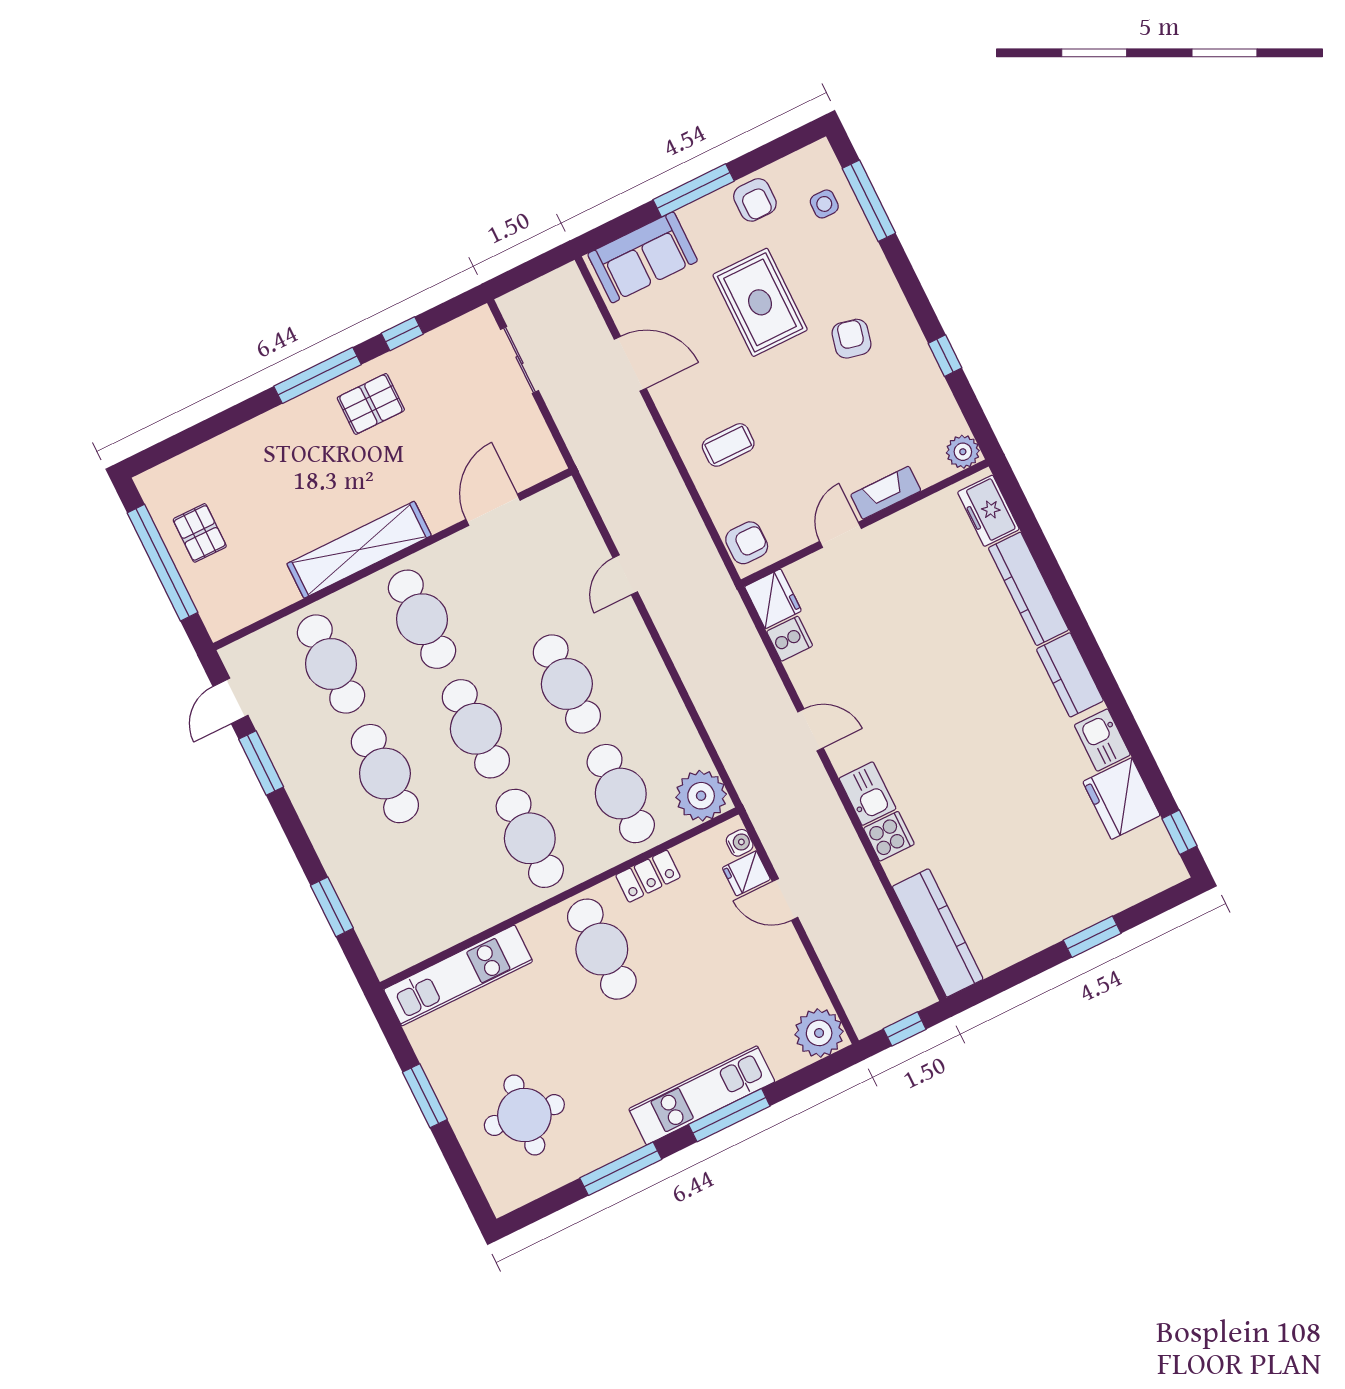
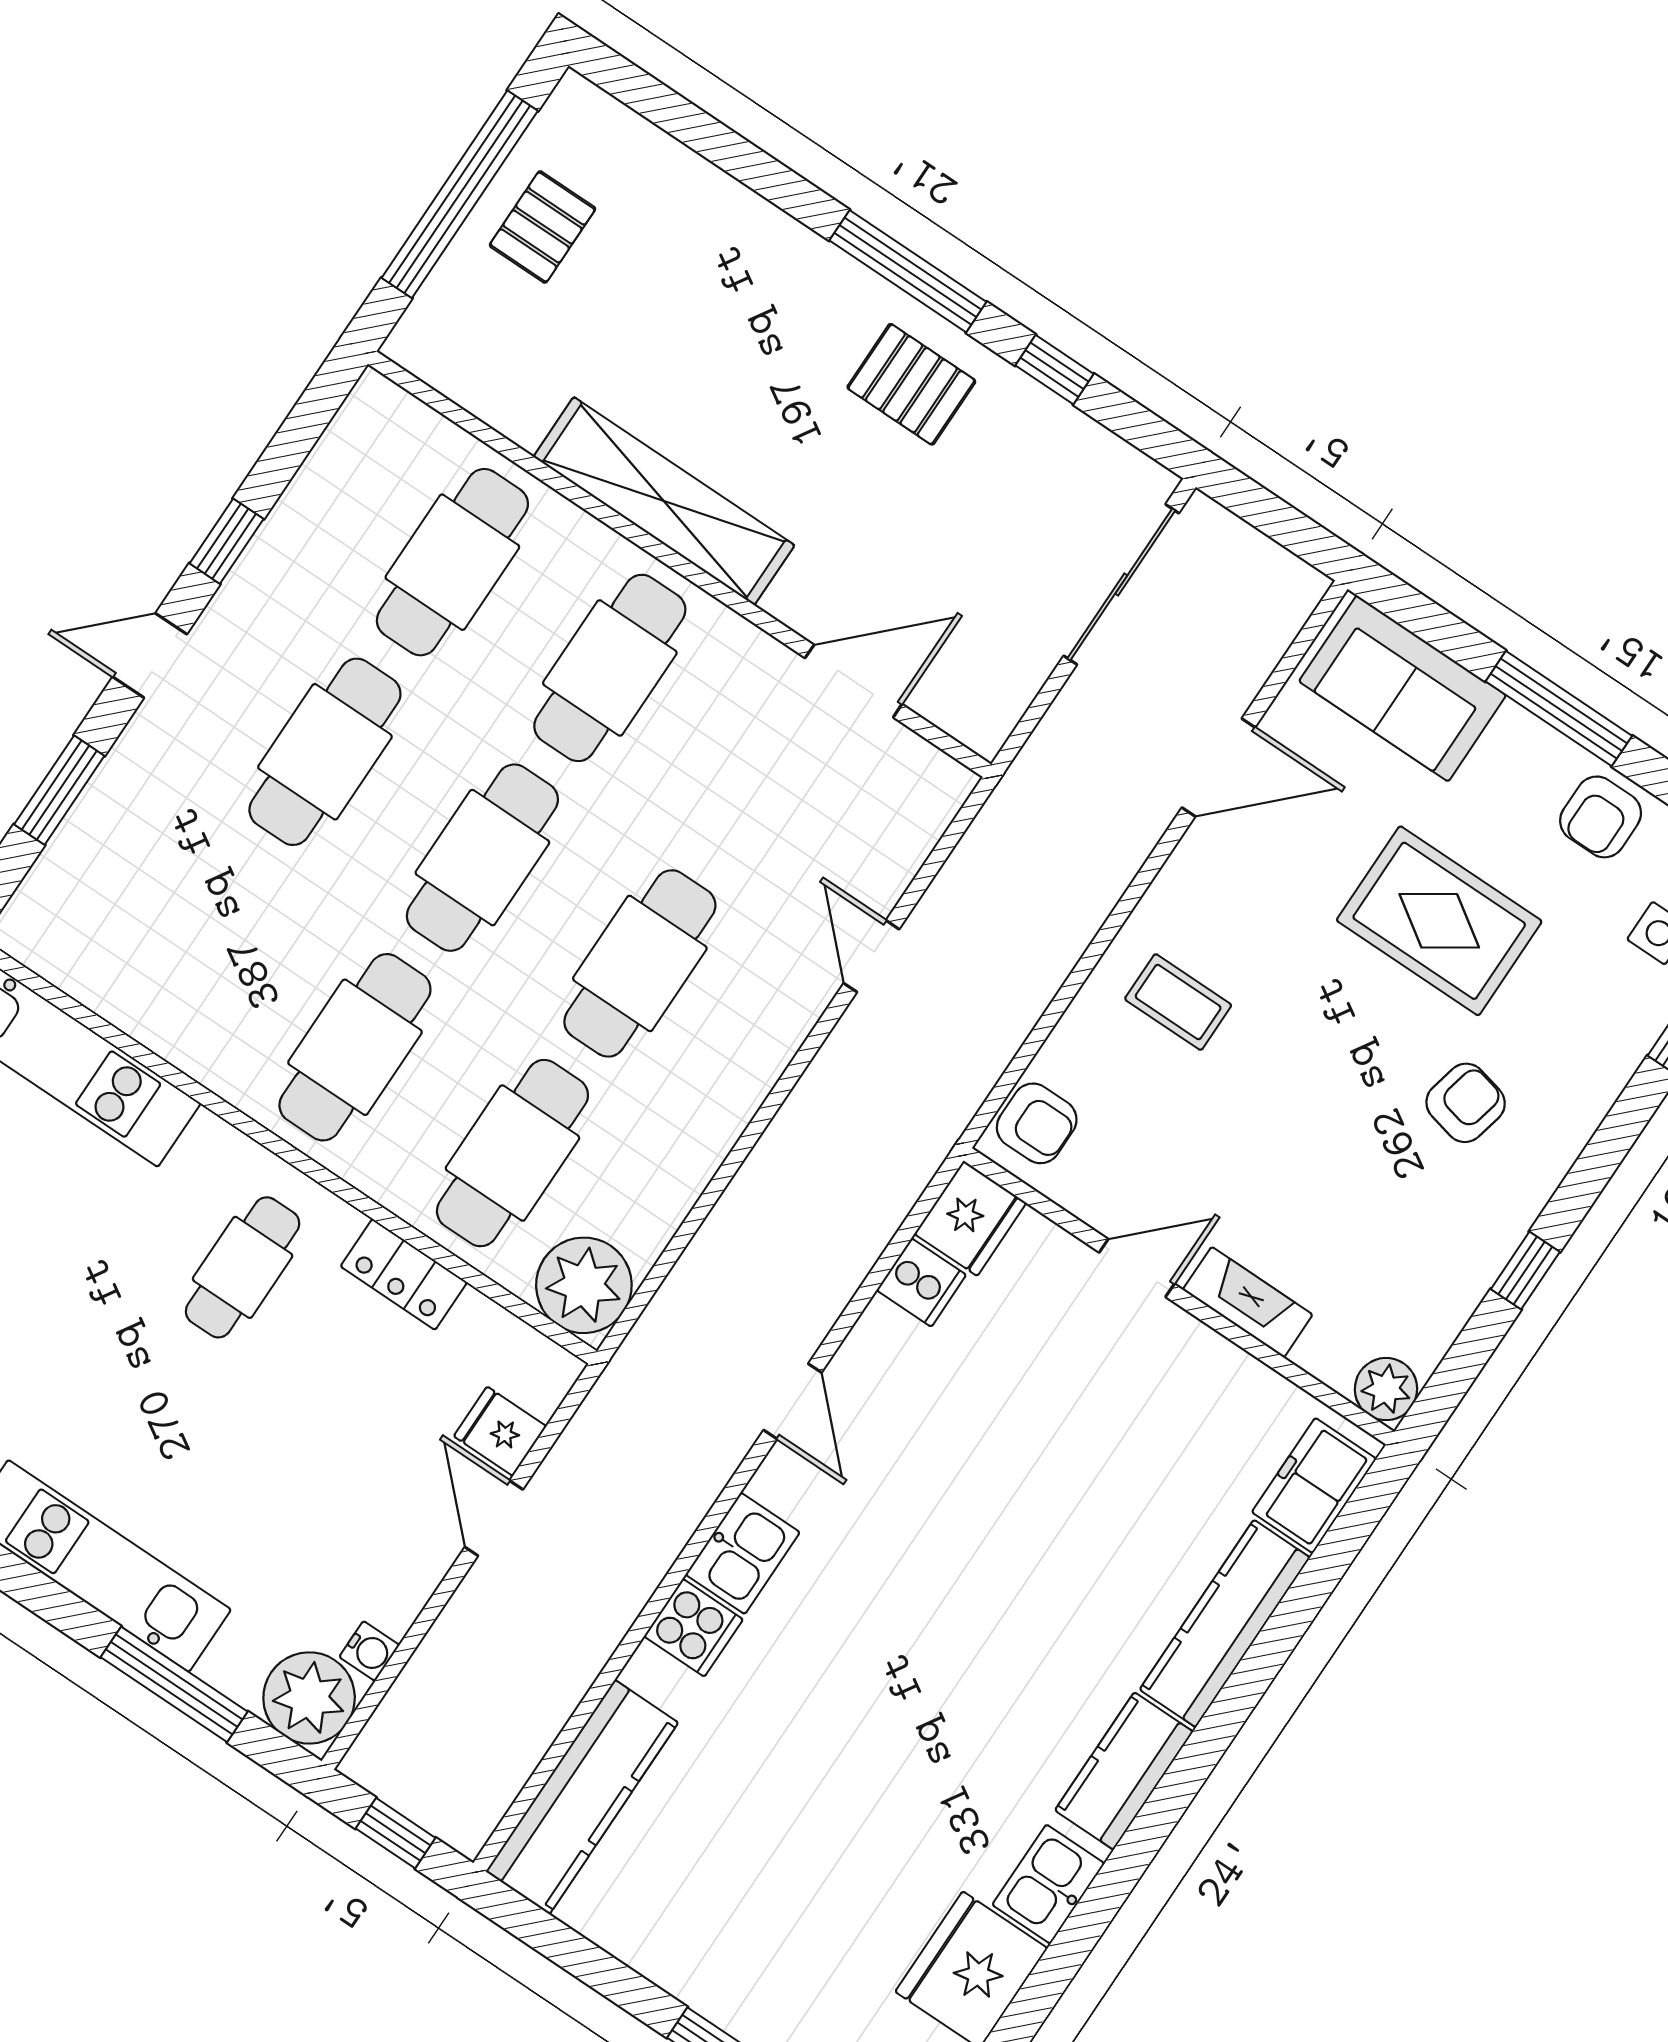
rug: (760, 302) -> (1439, 921), turned 90
sliding door: (520, 360) -> (1121, 584), width x1.37
door: (630, 364) -> (1219, 768), hinge flipped
door: (625, 575) -> (871, 956), hinge flipped
door: (231, 701) -> (150, 655), moved
window: (261, 763) -> (227, 541), width x0.67
water cooler: (740, 843) -> (369, 1651), moved
cafe table: (602, 949) -> (243, 1267), width x0.73, depth x0.74
window: (729, 1115) -> (174, 1684), moved

